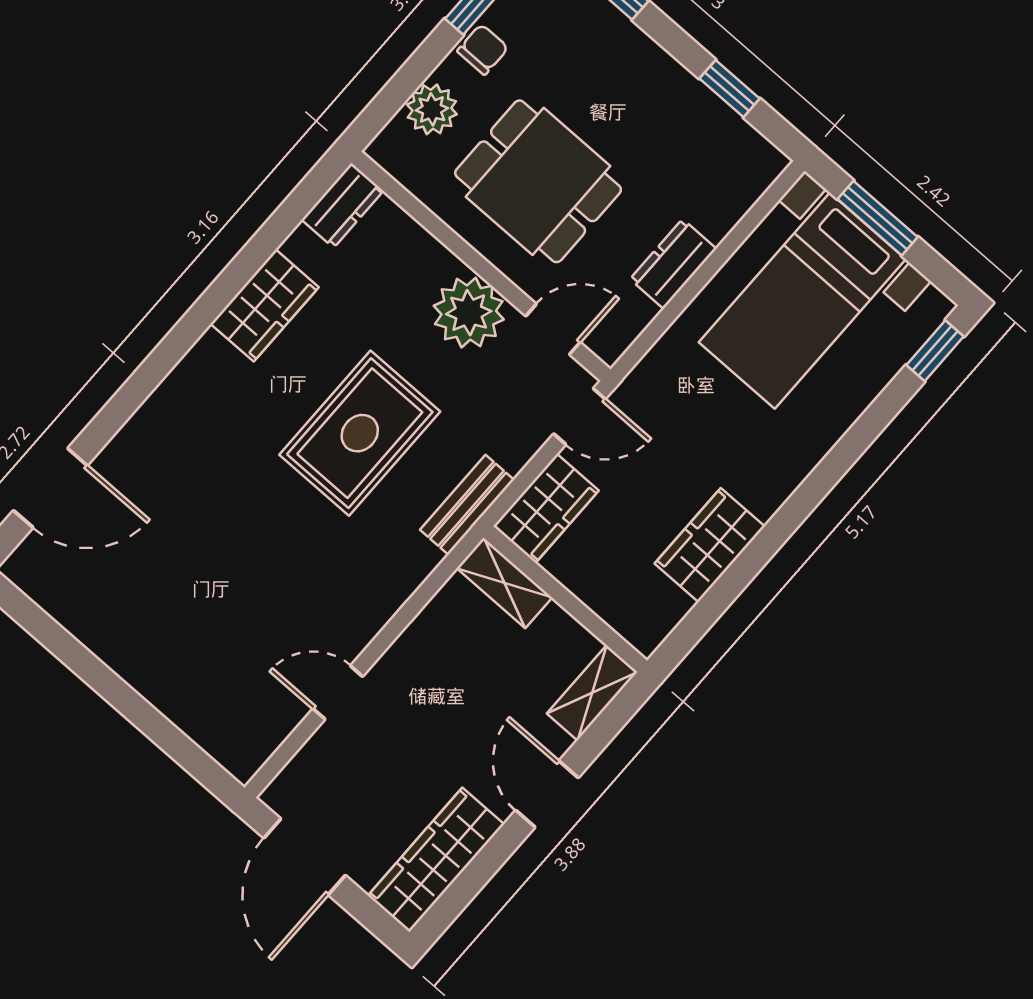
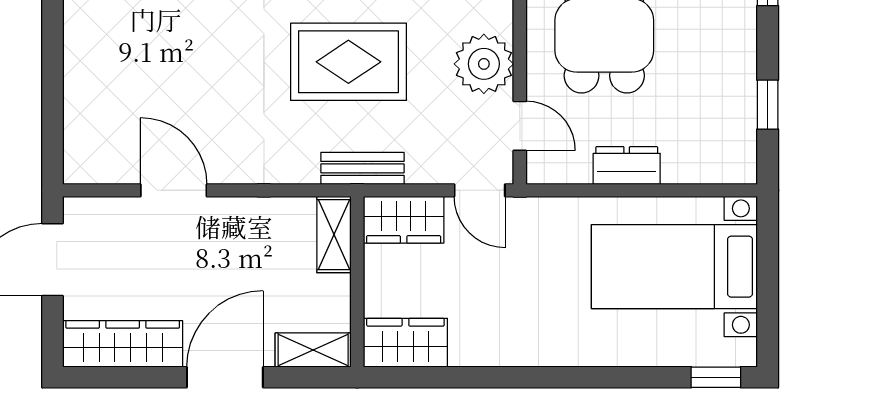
window: (878, 218) -> (768, 268), removed
wardrobe: (710, 545) -> (405, 343), moved
door: (338, 693) -> (174, 190), width x1.38
door: (547, 794) -> (225, 377), width x1.38

